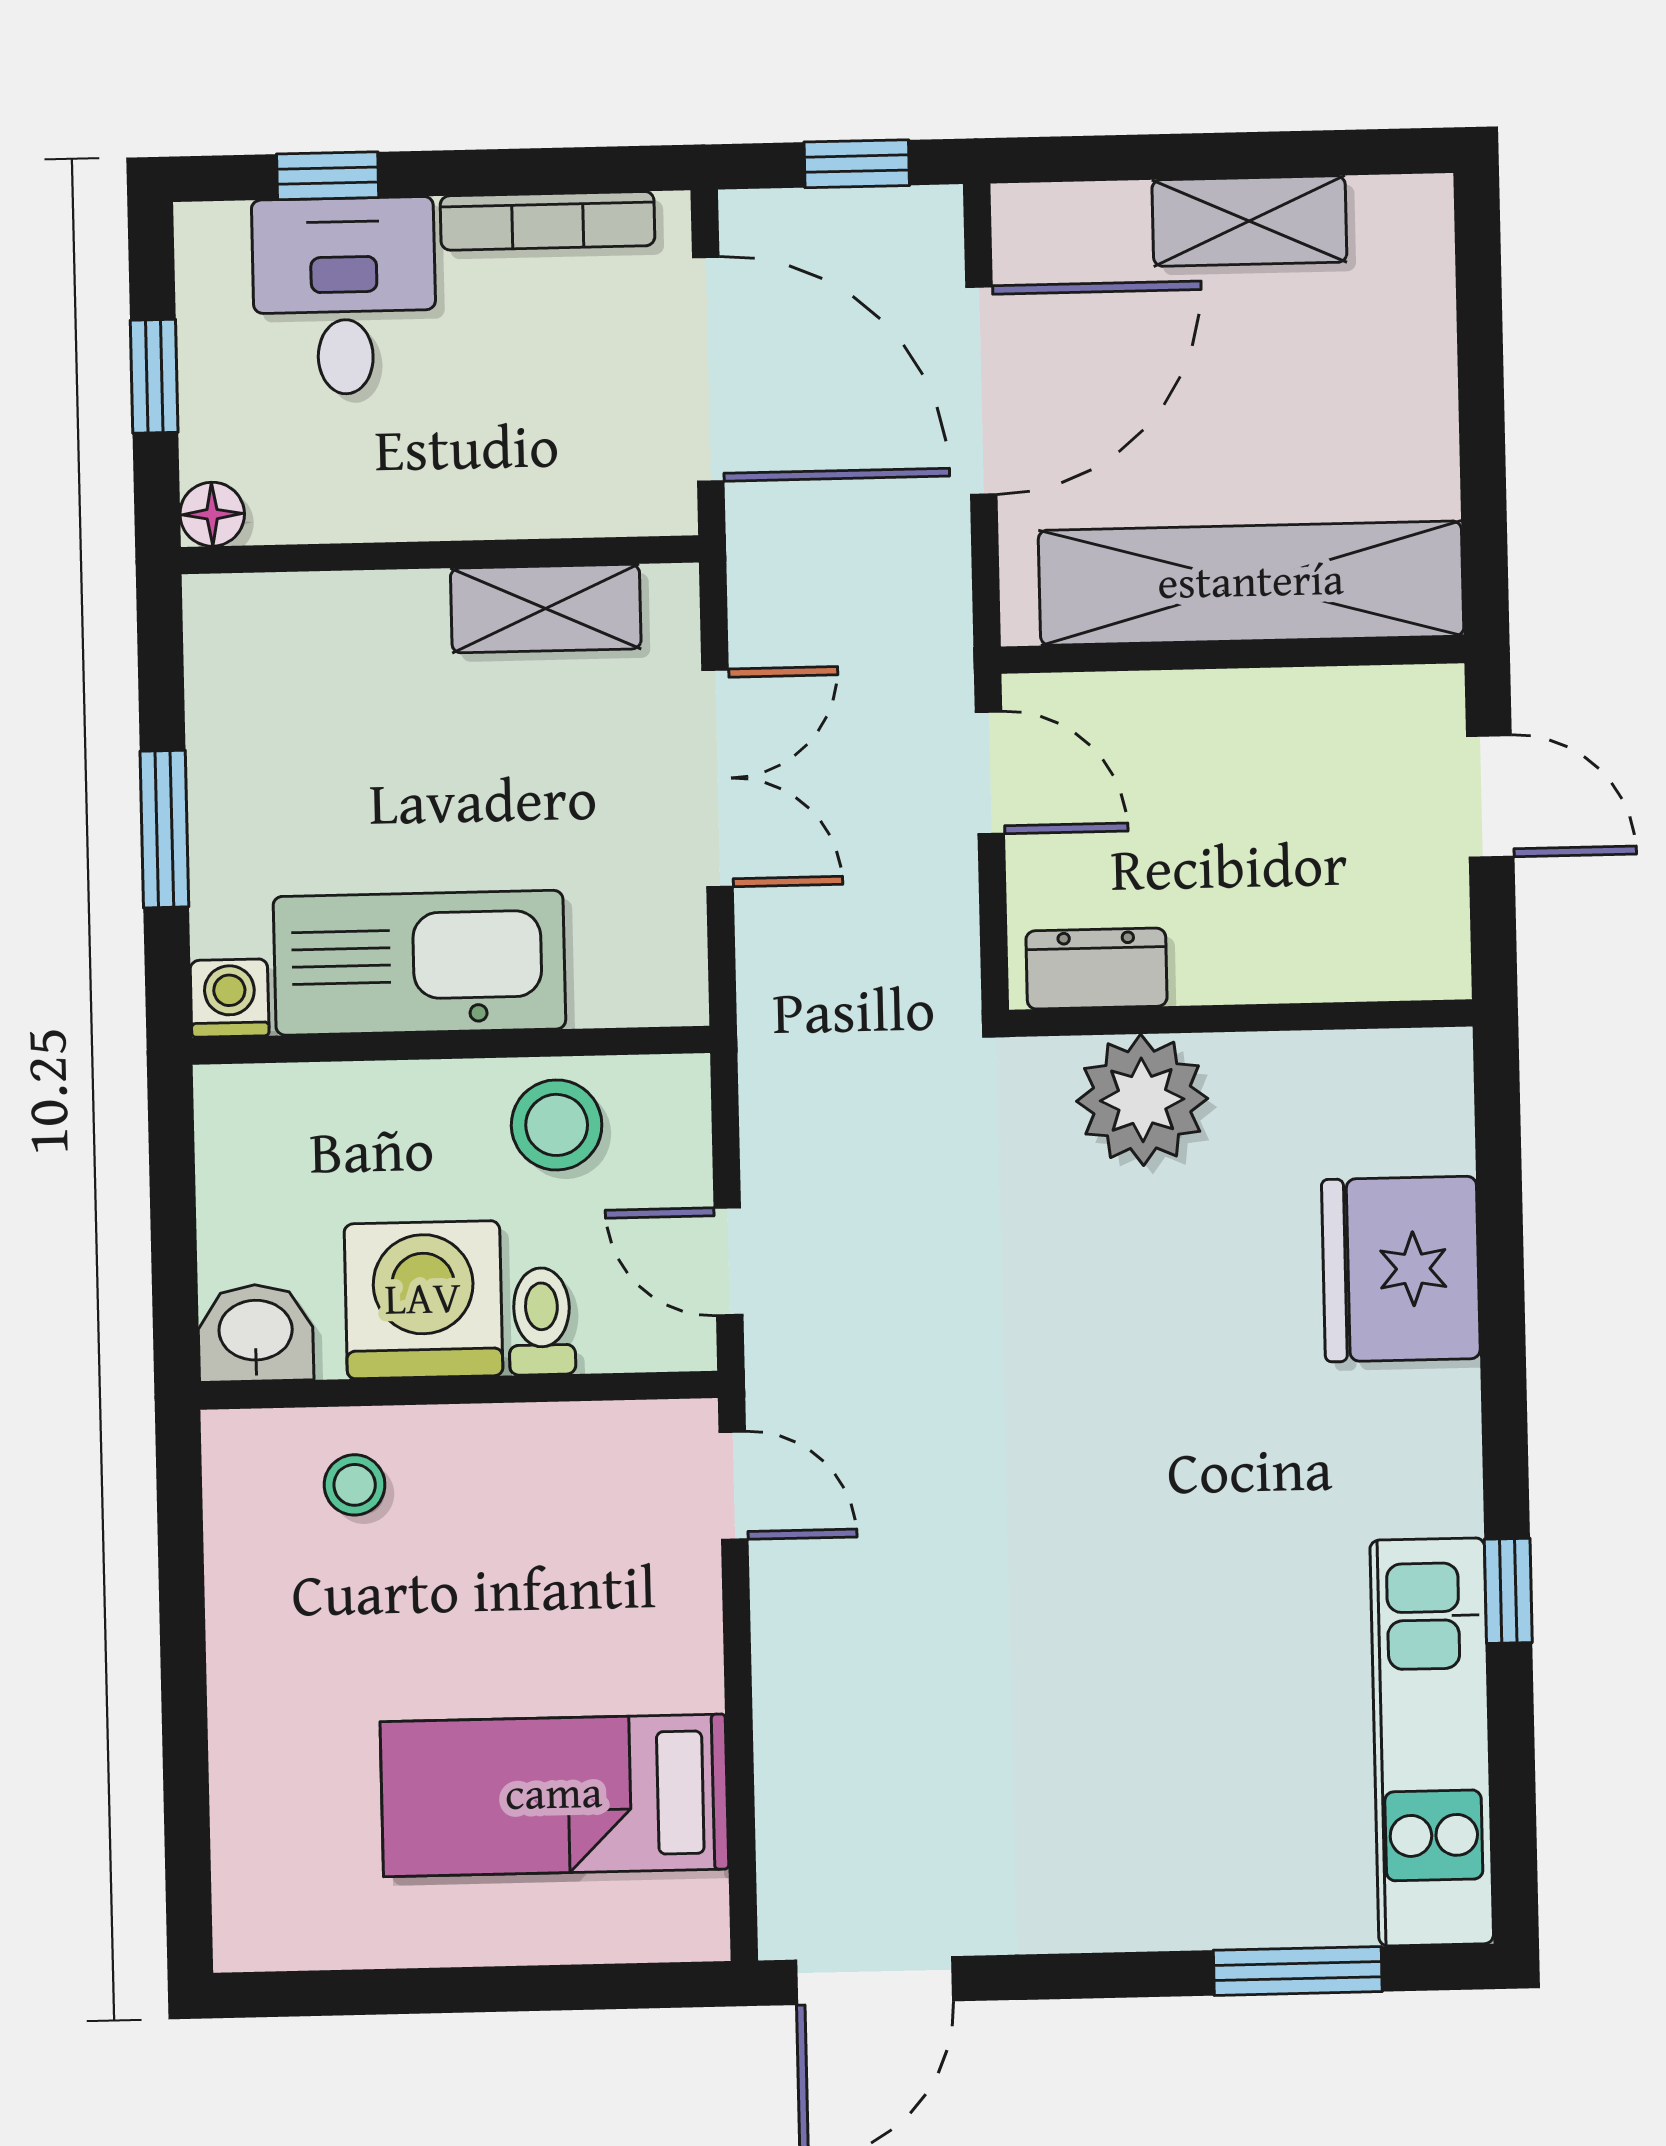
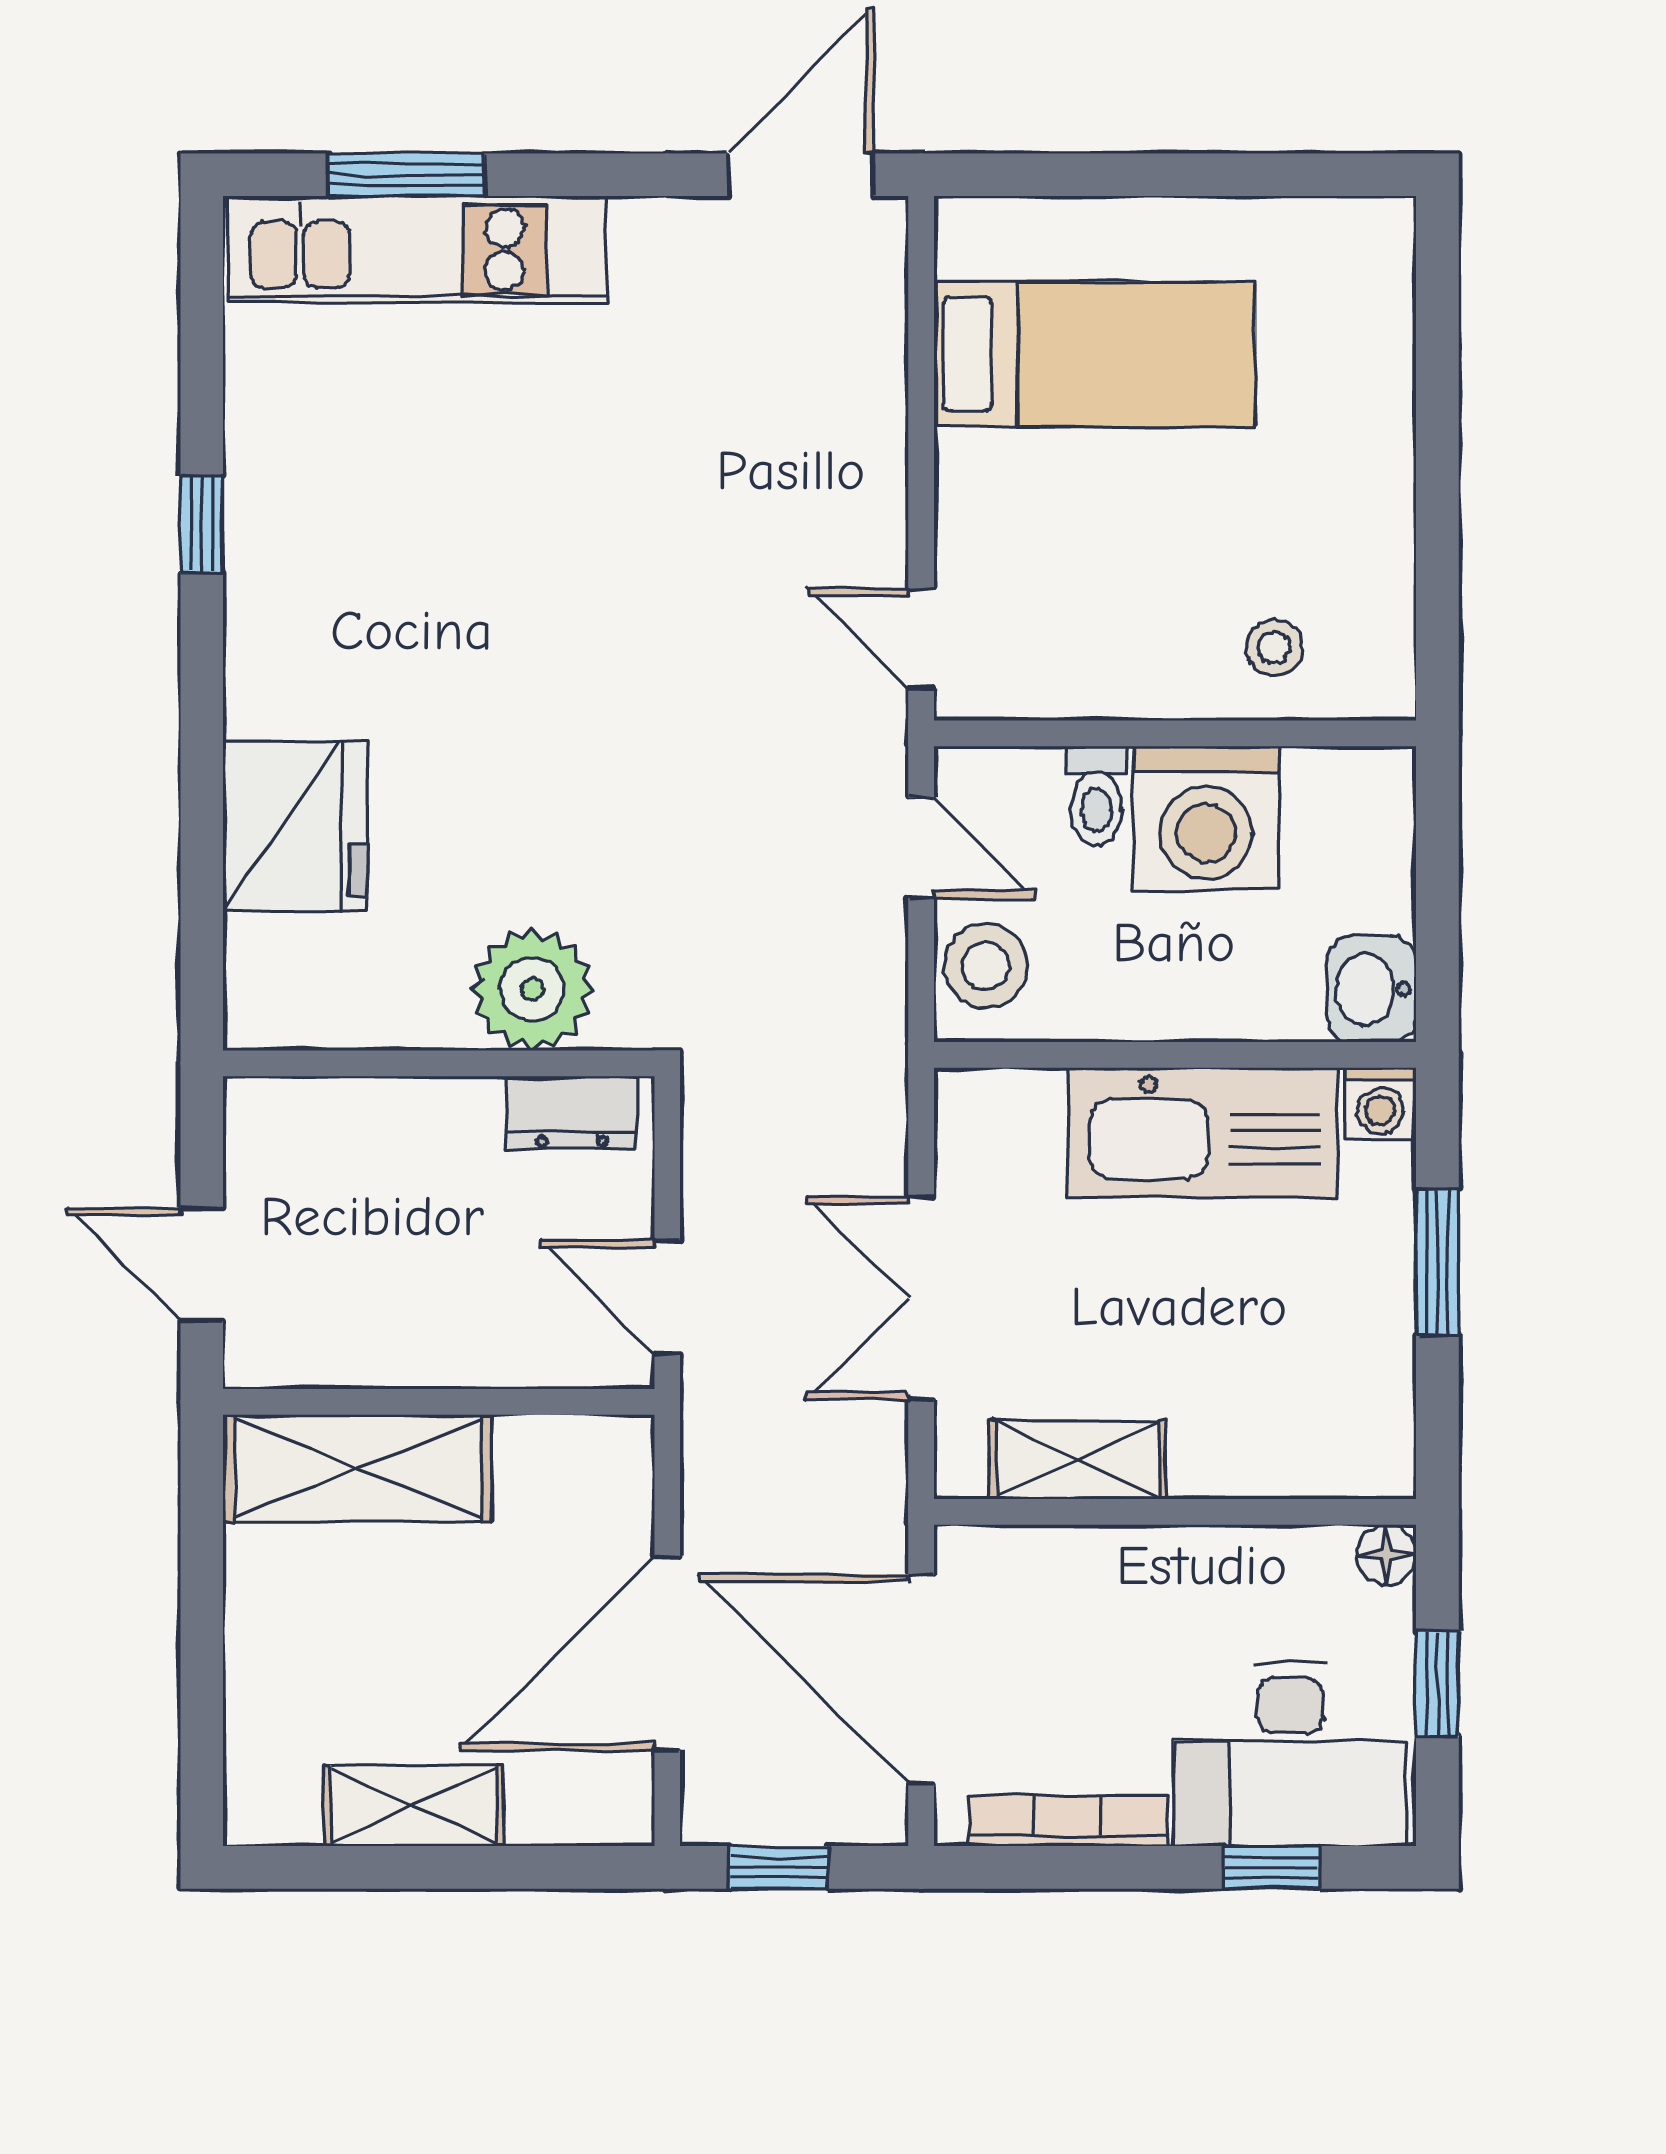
desk: (344, 296) -> (1290, 1755), width x1.37
shelving: (1251, 583) -> (357, 1468), width x0.68
stool: (557, 1125) -> (986, 966), moved
washbasin: (256, 1333) -> (1371, 989), moved, turned 90
kitchen unit: (1432, 1742) -> (418, 249), moved, turned 90

